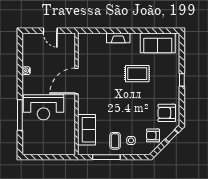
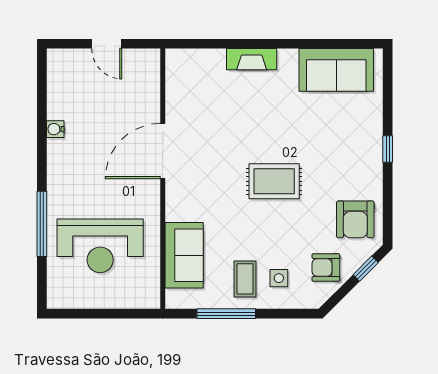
rug: (137, 74) -> (274, 181), moved
reception desk: (43, 107) -> (100, 246), moved
armchair: (167, 113) -> (355, 219), turned -90

